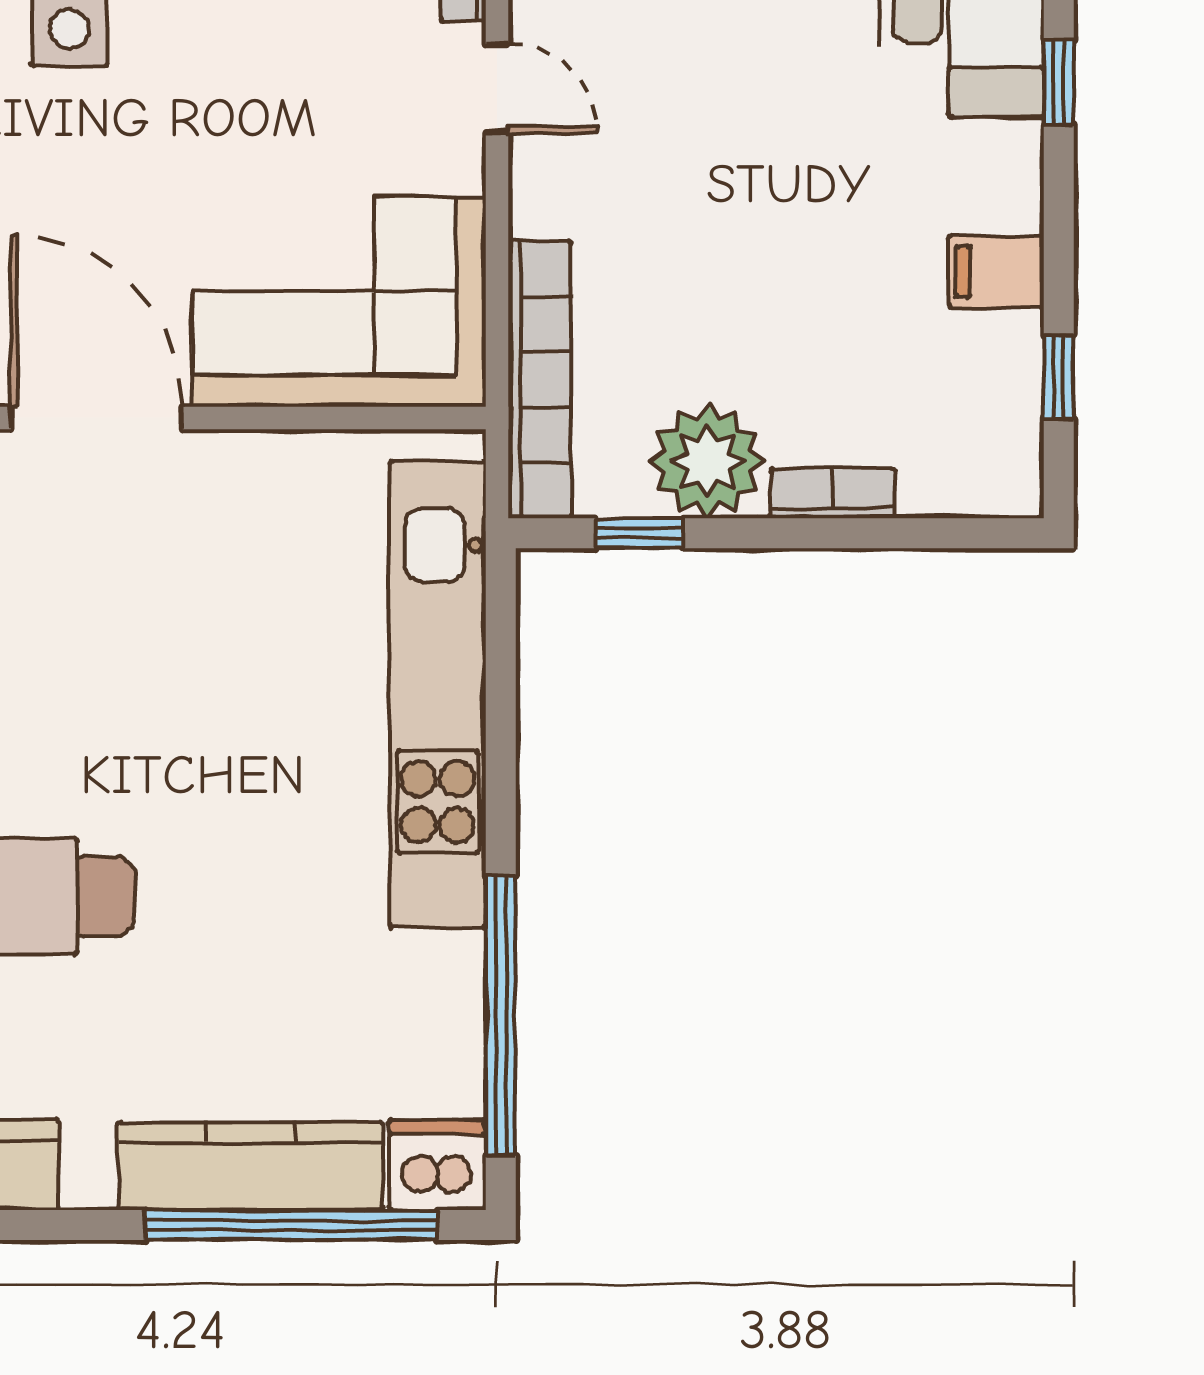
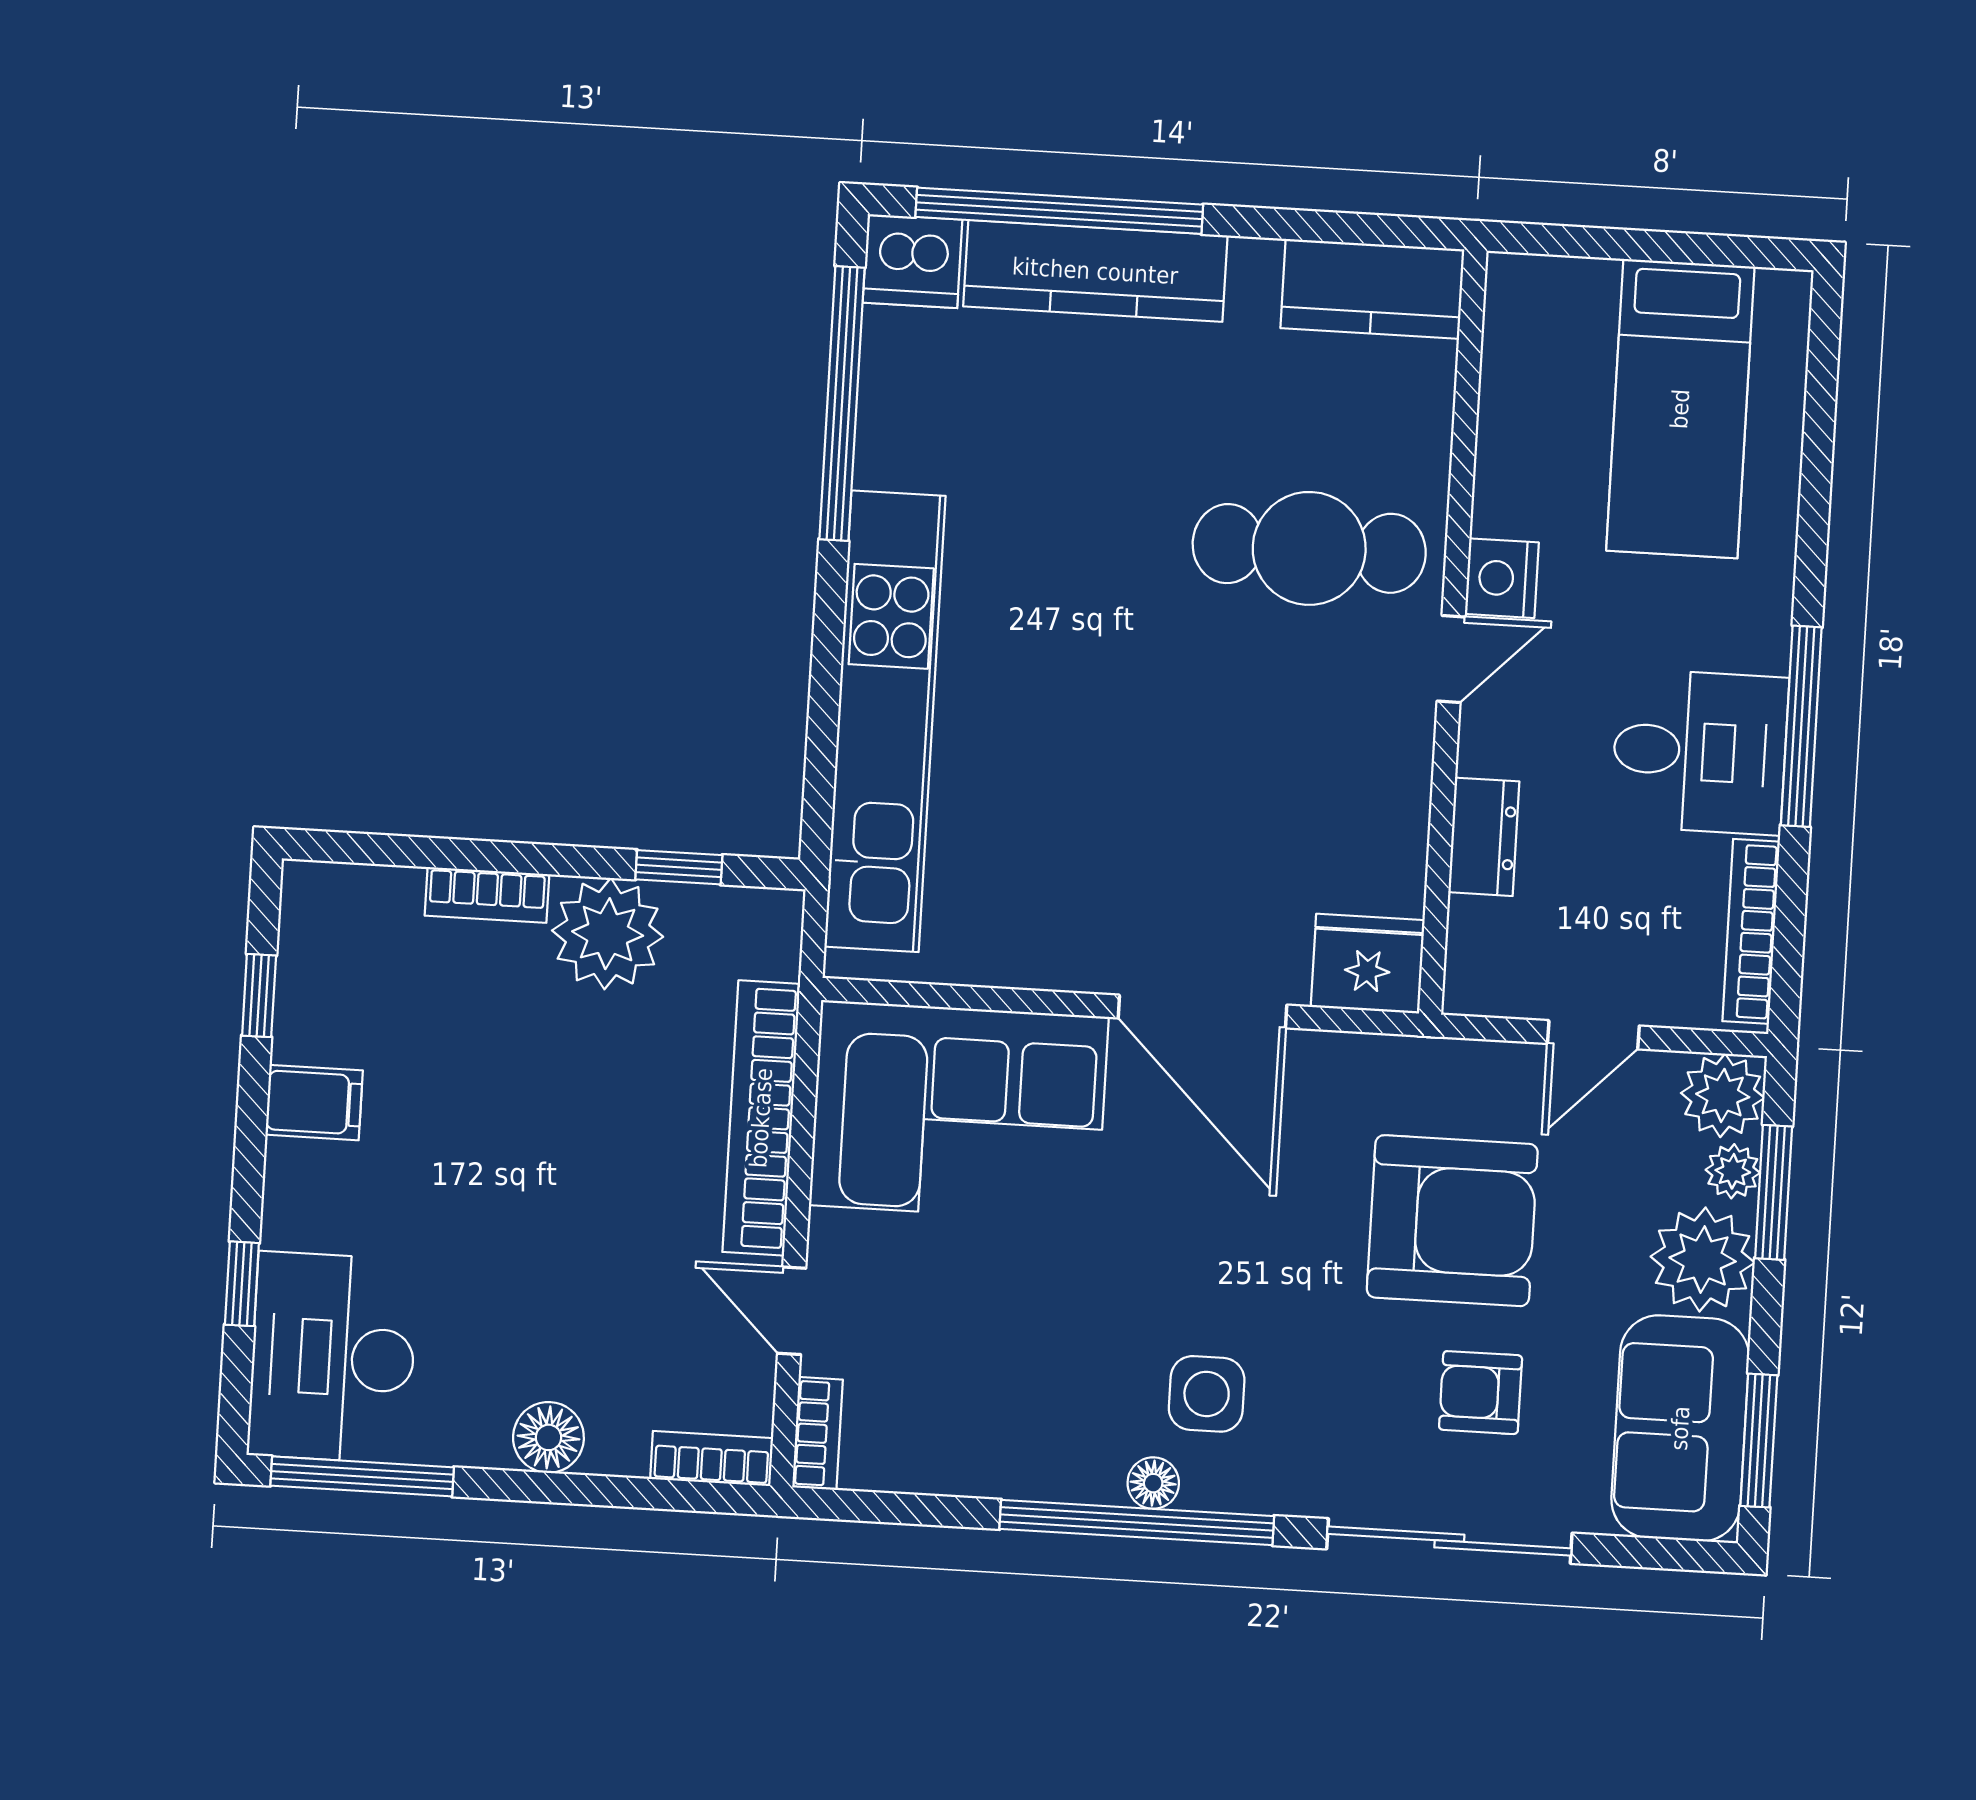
bookcase: (540, 380) -> (761, 1118), moved

